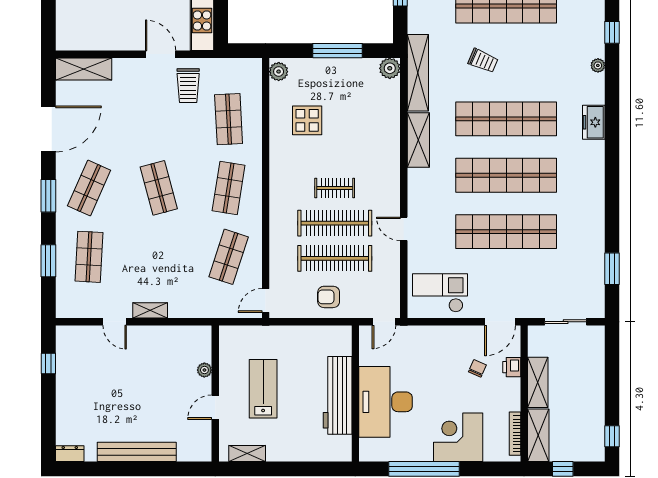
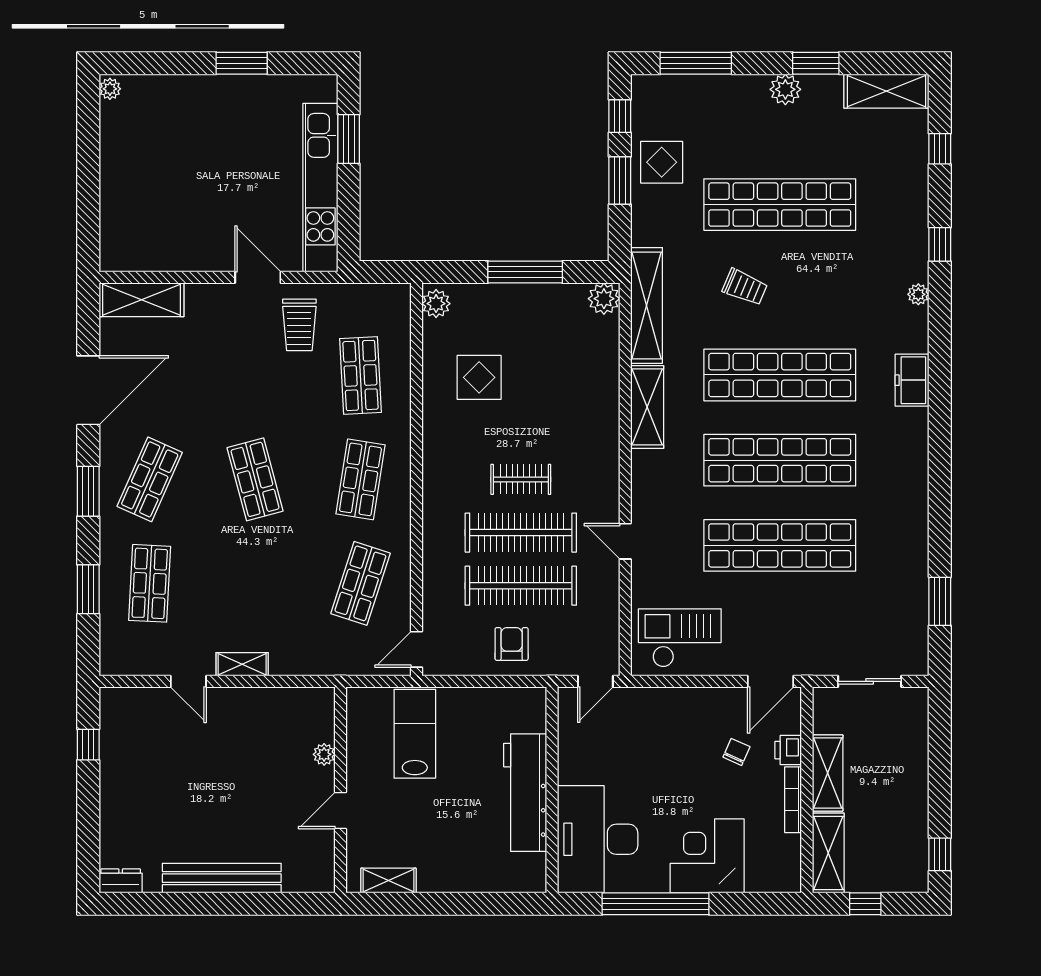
armchair: (329, 297) -> (512, 644), turned 90
lab bench: (263, 389) -> (415, 734), moved
desk: (386, 402) -> (598, 839), moved
bookcase: (515, 434) -> (793, 800), moved

